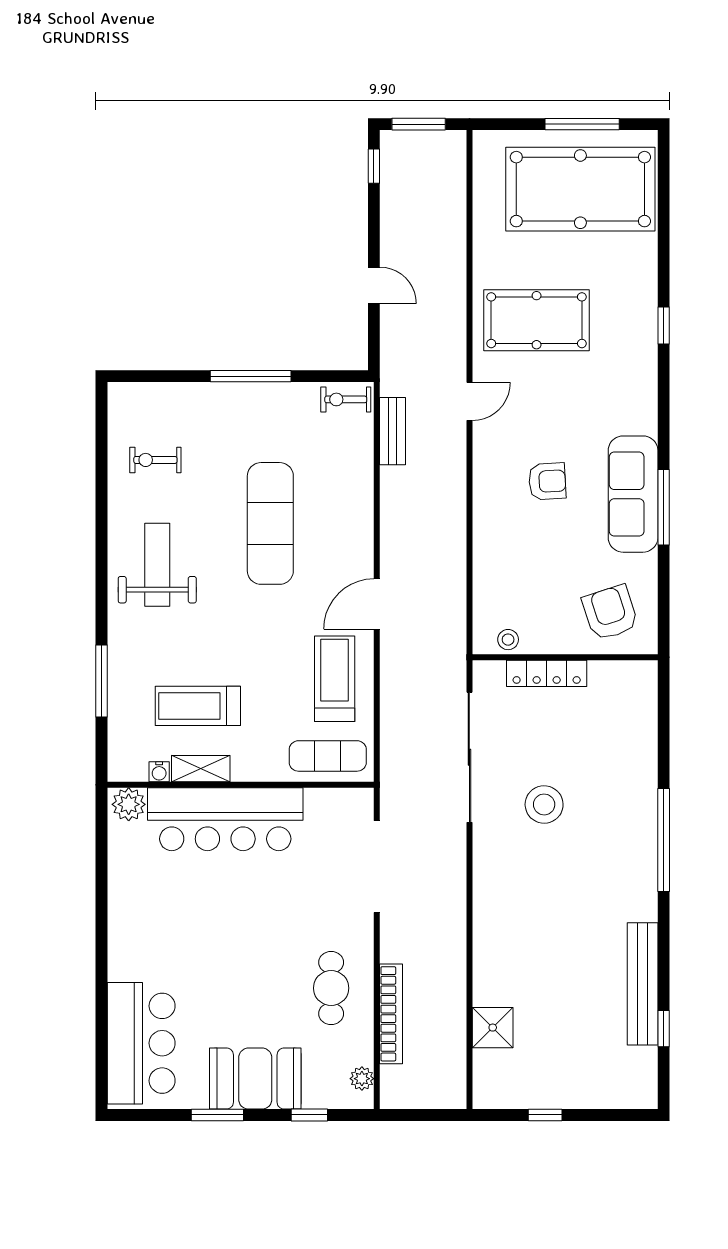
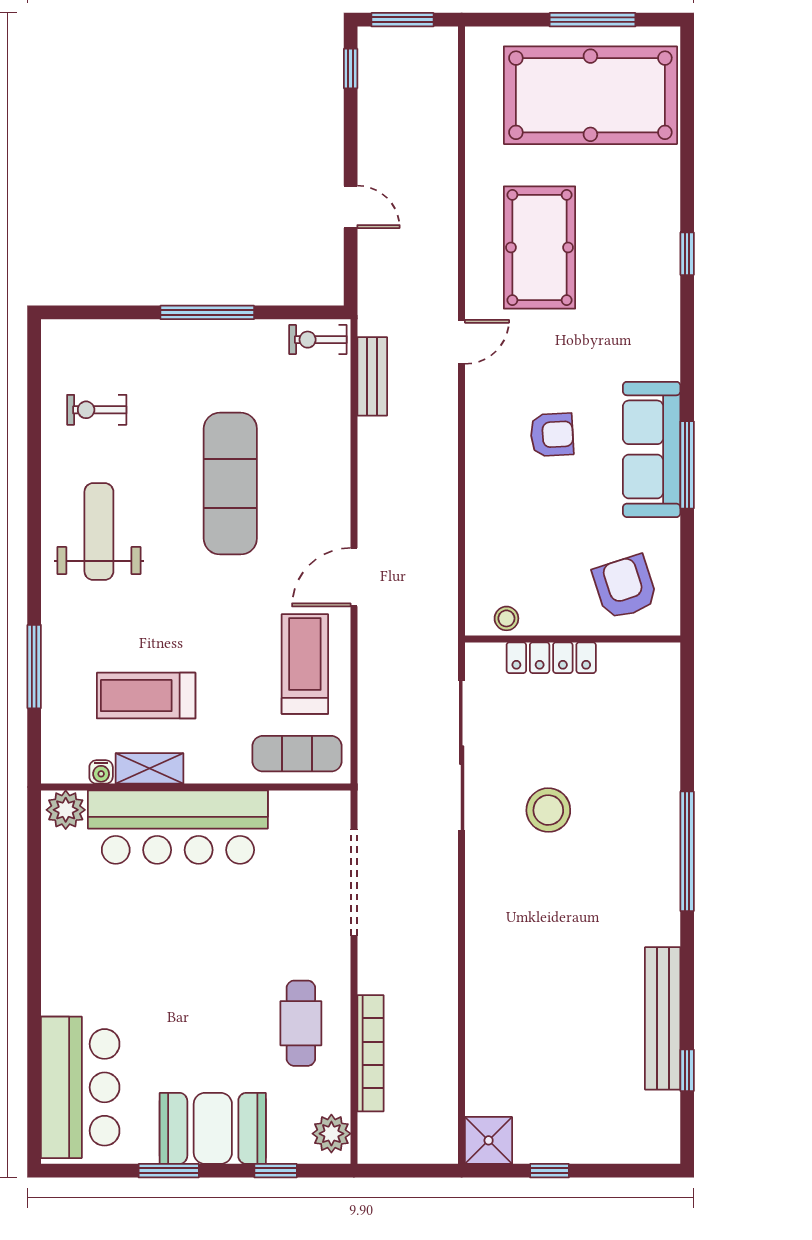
pool table: (537, 320) -> (539, 247), turned 90
shower: (493, 1028) -> (489, 1140), moved
plant: (362, 1079) -> (331, 1134), width x1.38, depth x1.38

